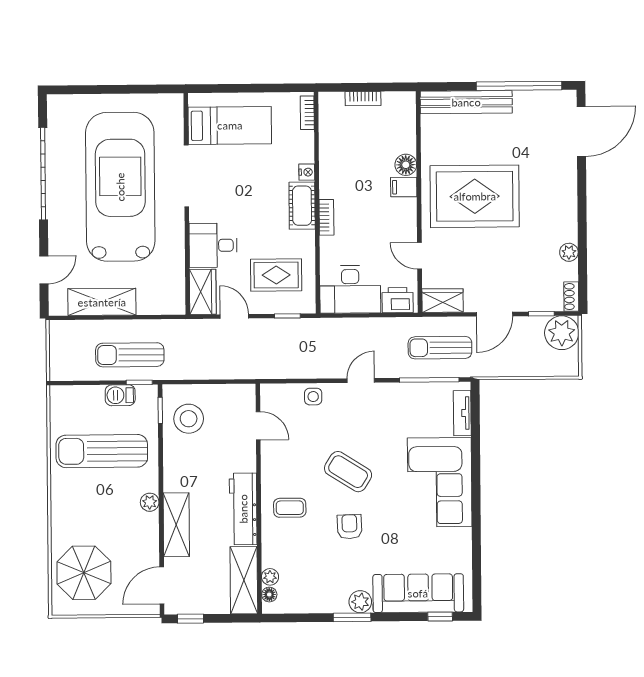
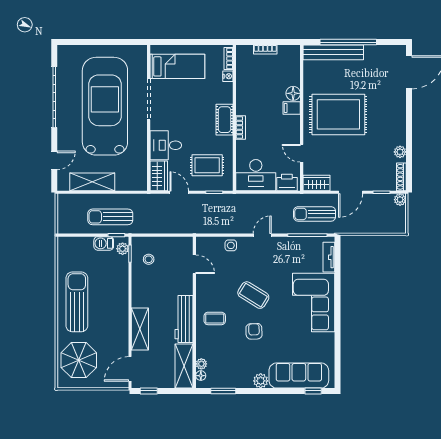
window: (519, 86) -> (348, 42), moved
nightstand: (307, 172) -> (228, 76), moved
shoe rack: (571, 297) -> (401, 177), width x1.43
plant: (562, 333) -> (400, 200), width x0.53, depth x0.53
stool: (189, 419) -> (149, 259), width x0.53, depth x0.53
sun lounger: (102, 451) -> (77, 302), moved, turned 90
plant: (150, 502) -> (123, 249), moved
window: (352, 617) -> (223, 391), moved

